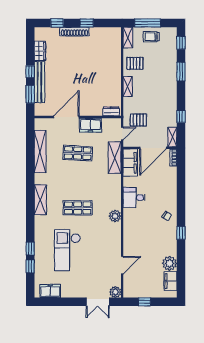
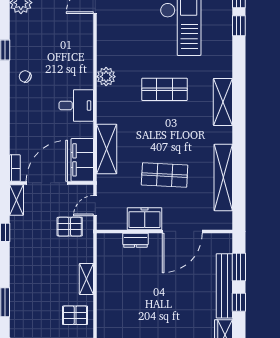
dresser: (111, 111) -> (135, 240), moved
shelving: (115, 158) -> (107, 149), moved

